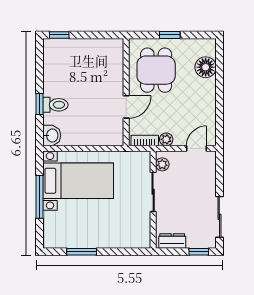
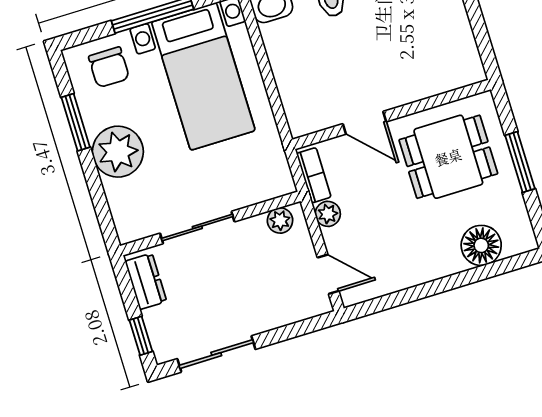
window: (170, 35) -> (520, 162), width x1.50
sliding door: (153, 192) -> (197, 227), moved
chair: (59, 227) -> (109, 67), added
plant: (103, 235) -> (118, 152), added

